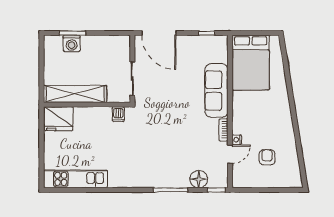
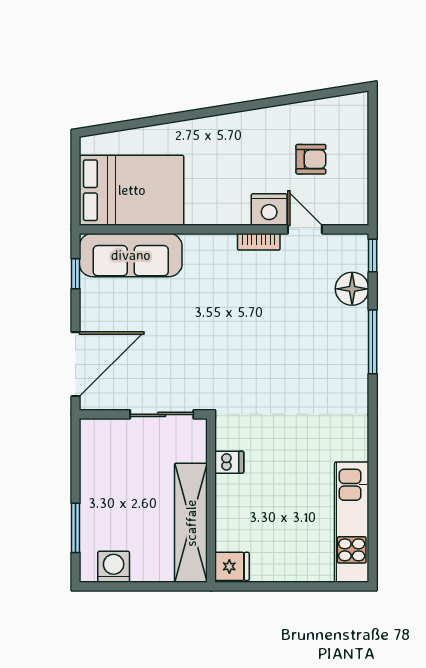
washing machine: (72, 43) -> (114, 567), moved, turned -90
sofa: (216, 90) -> (131, 255), moved
dishwasher: (118, 114) -> (229, 462), moved
fridge: (59, 119) -> (232, 566), width x0.53, depth x0.75
nightstand: (237, 140) -> (269, 210), width x1.89, depth x1.79
armchair: (267, 157) -> (311, 159), turned 180

